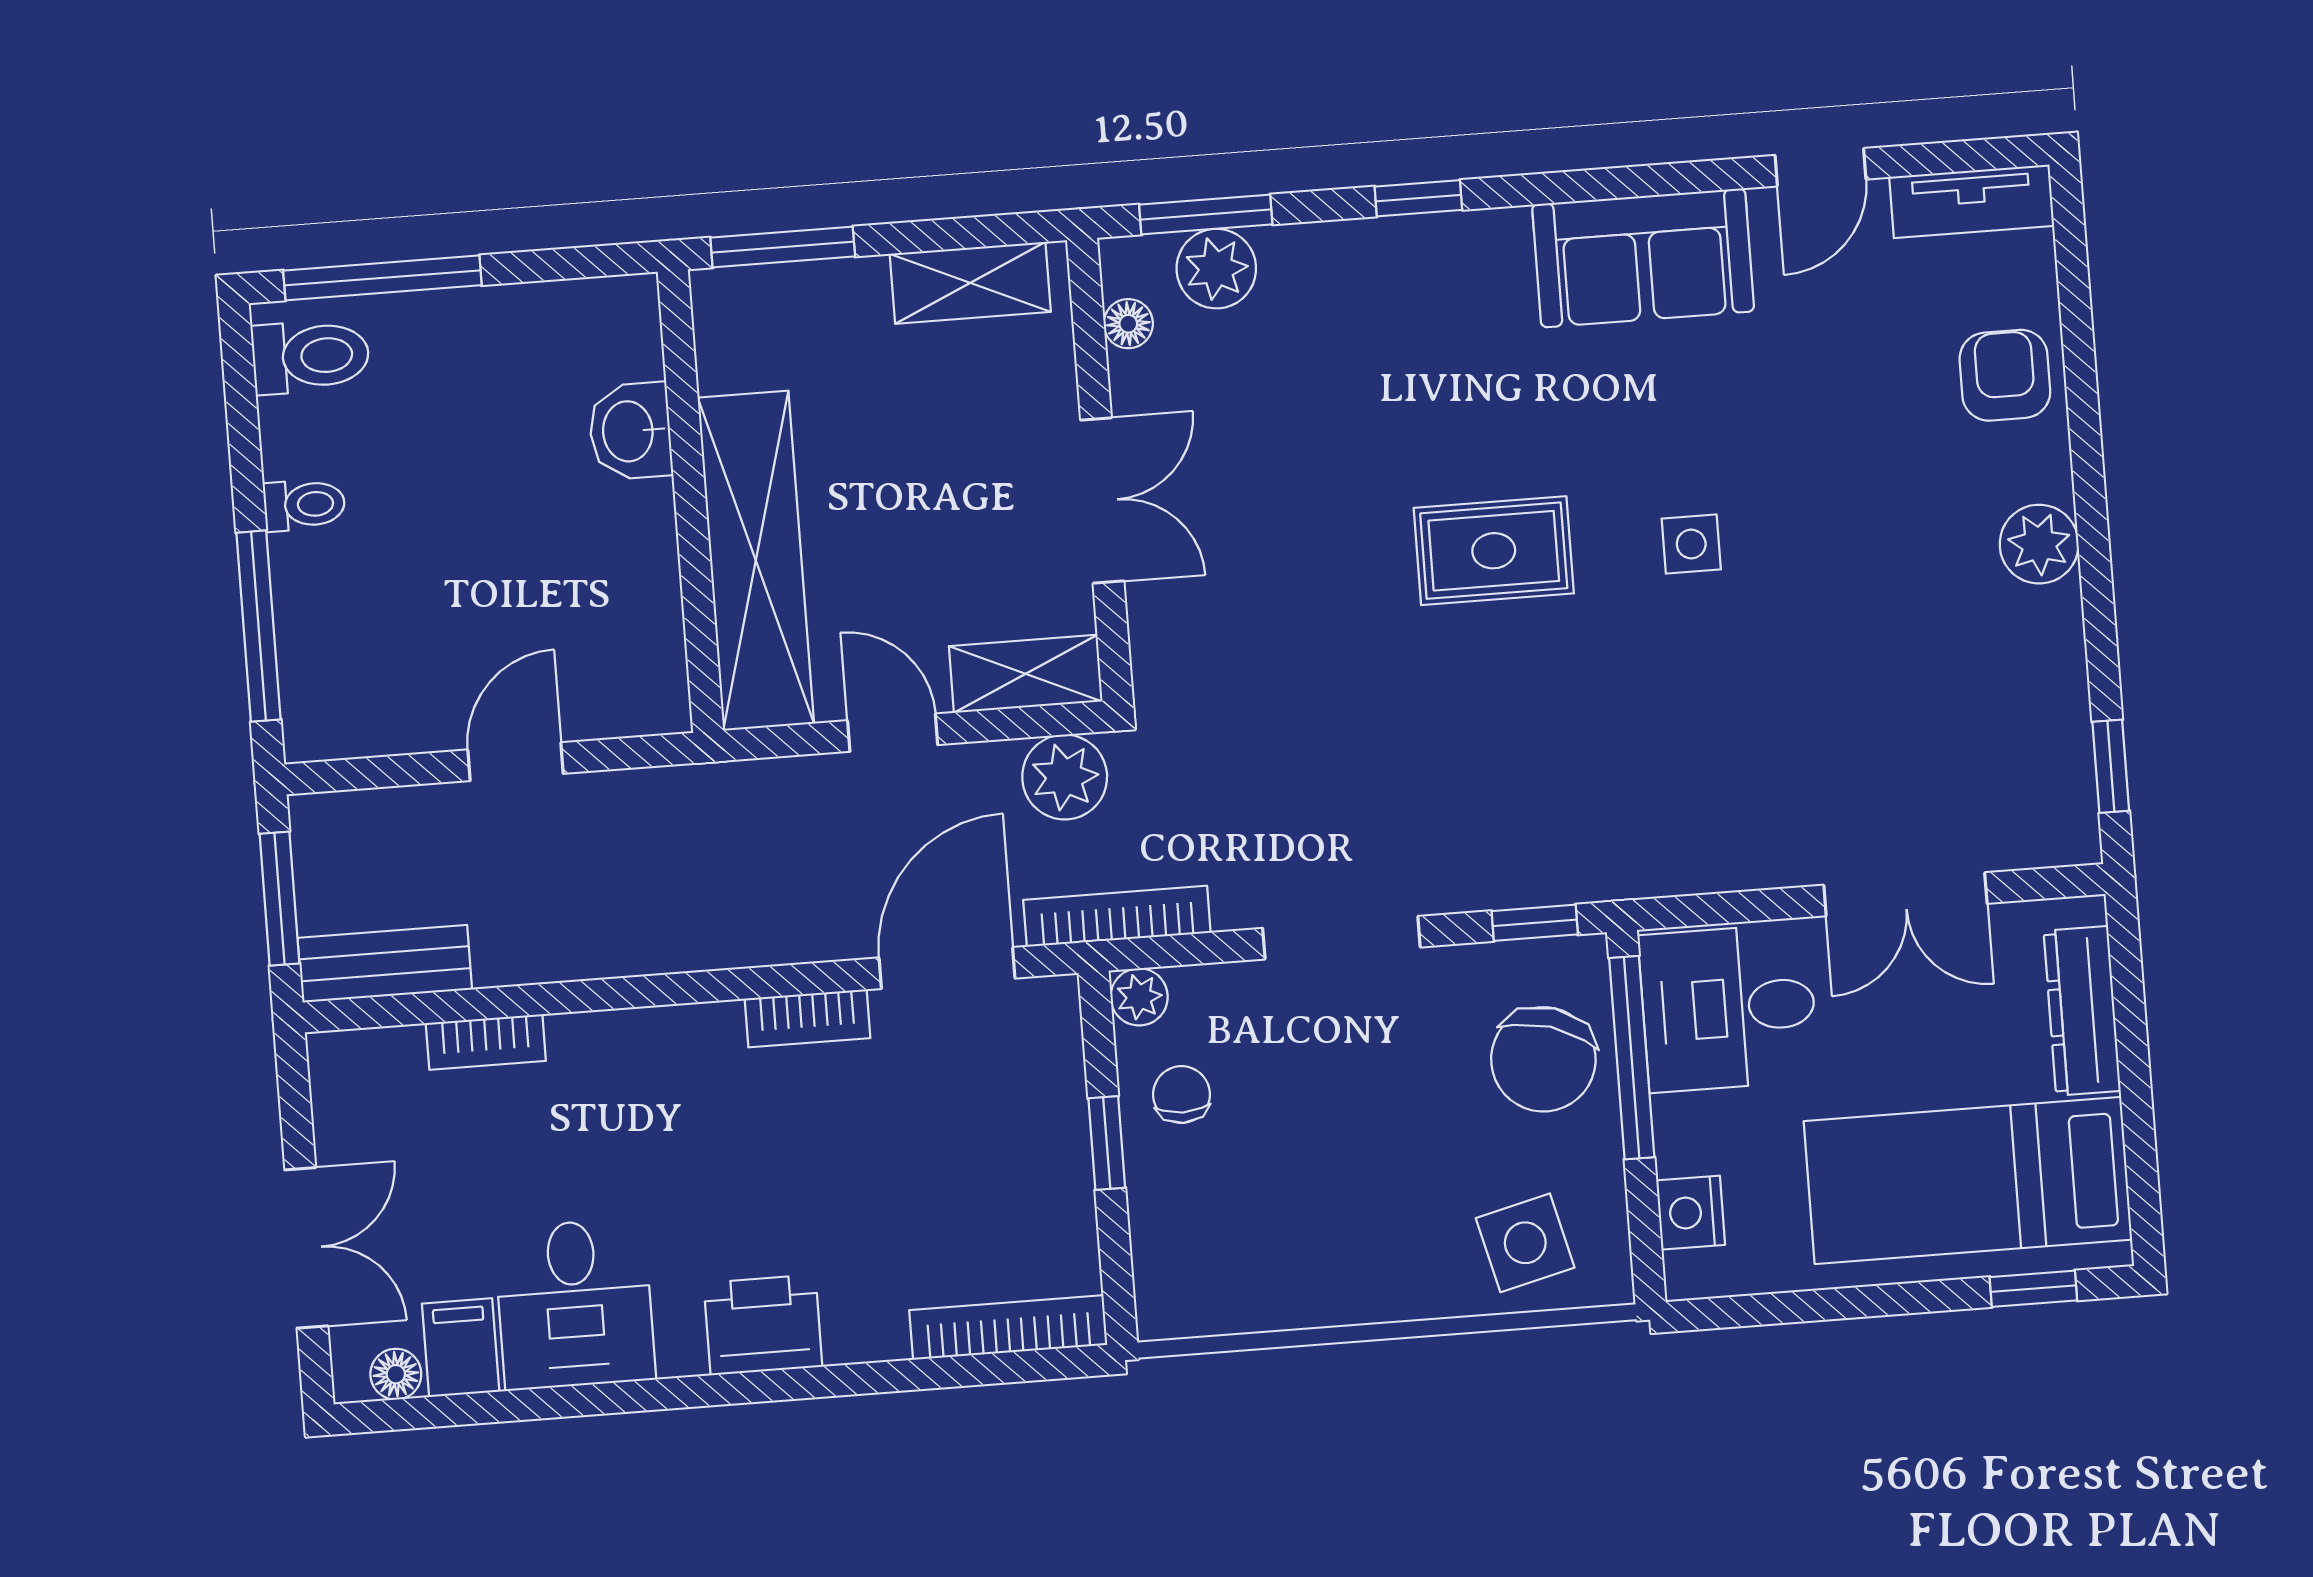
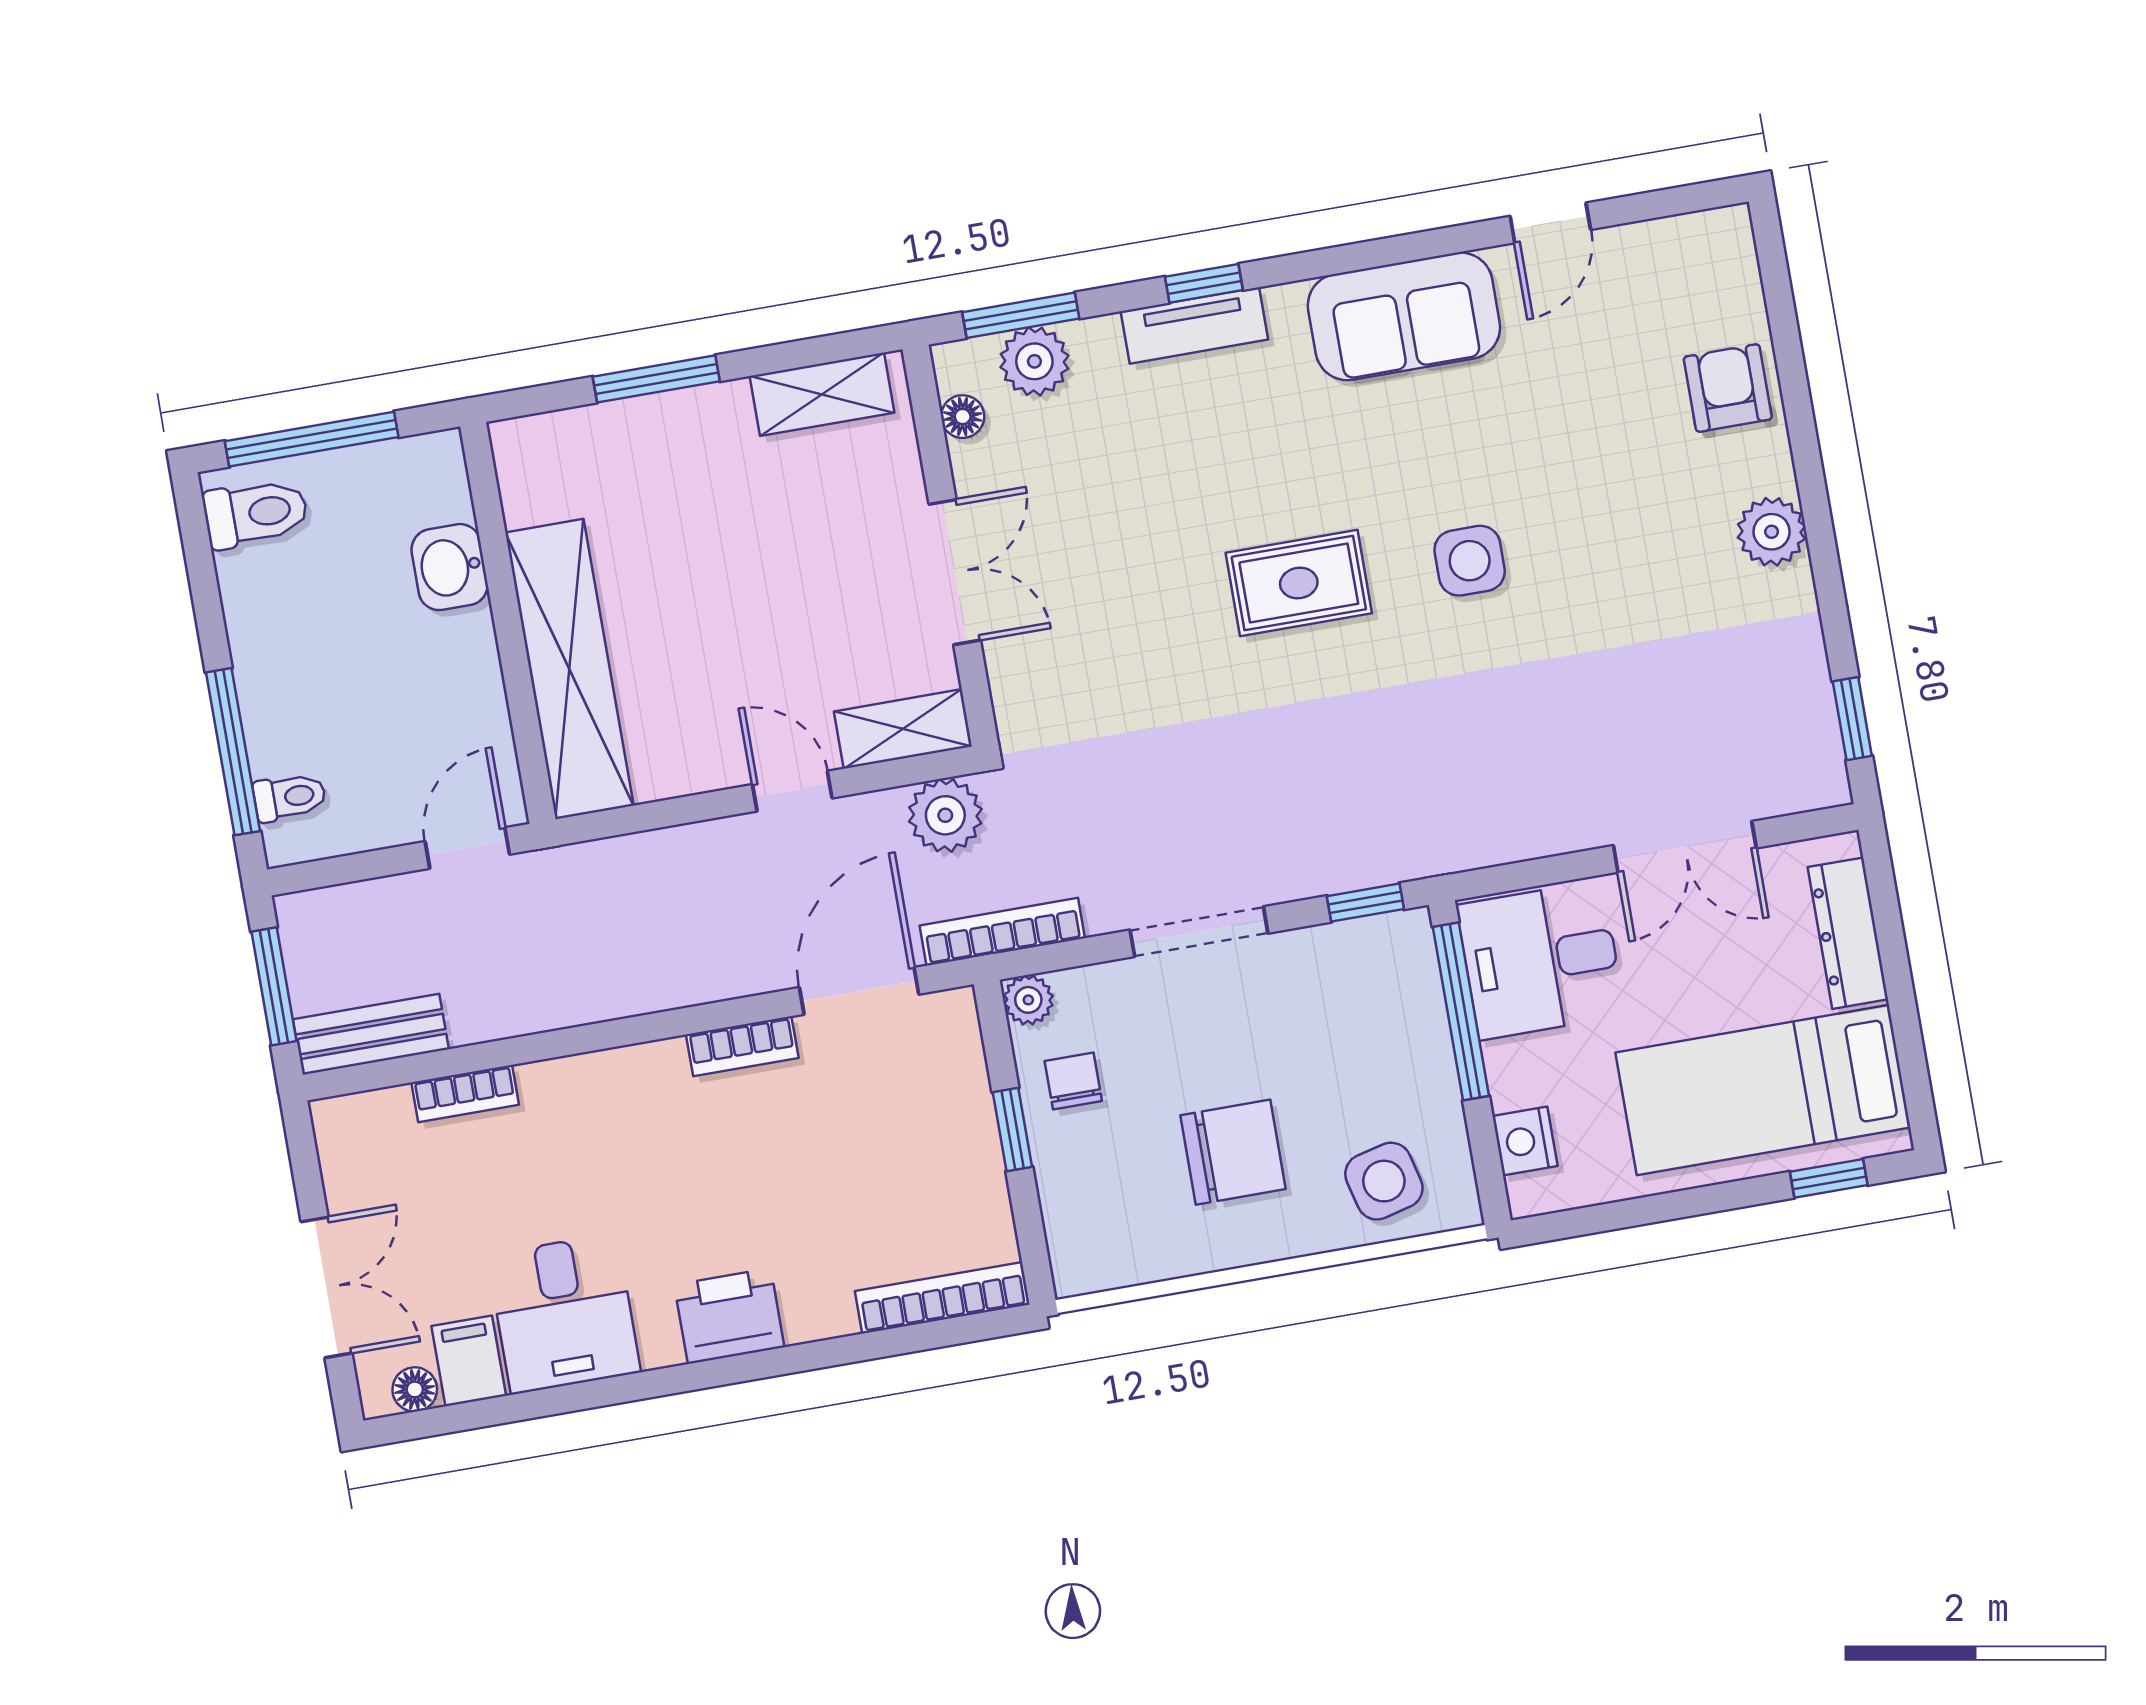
tv unit: (1972, 201) -> (1194, 325), moved
washbasin: (630, 431) -> (450, 567), moved
wall: (691, 501) -> (508, 623), moved
toilet: (304, 505) -> (290, 797), moved
side table: (1691, 544) -> (1470, 561), width x1.37, depth x1.37
shelving: (756, 561) -> (569, 669), moved
chair: (1543, 1059) -> (1233, 1152), moved, turned -107

